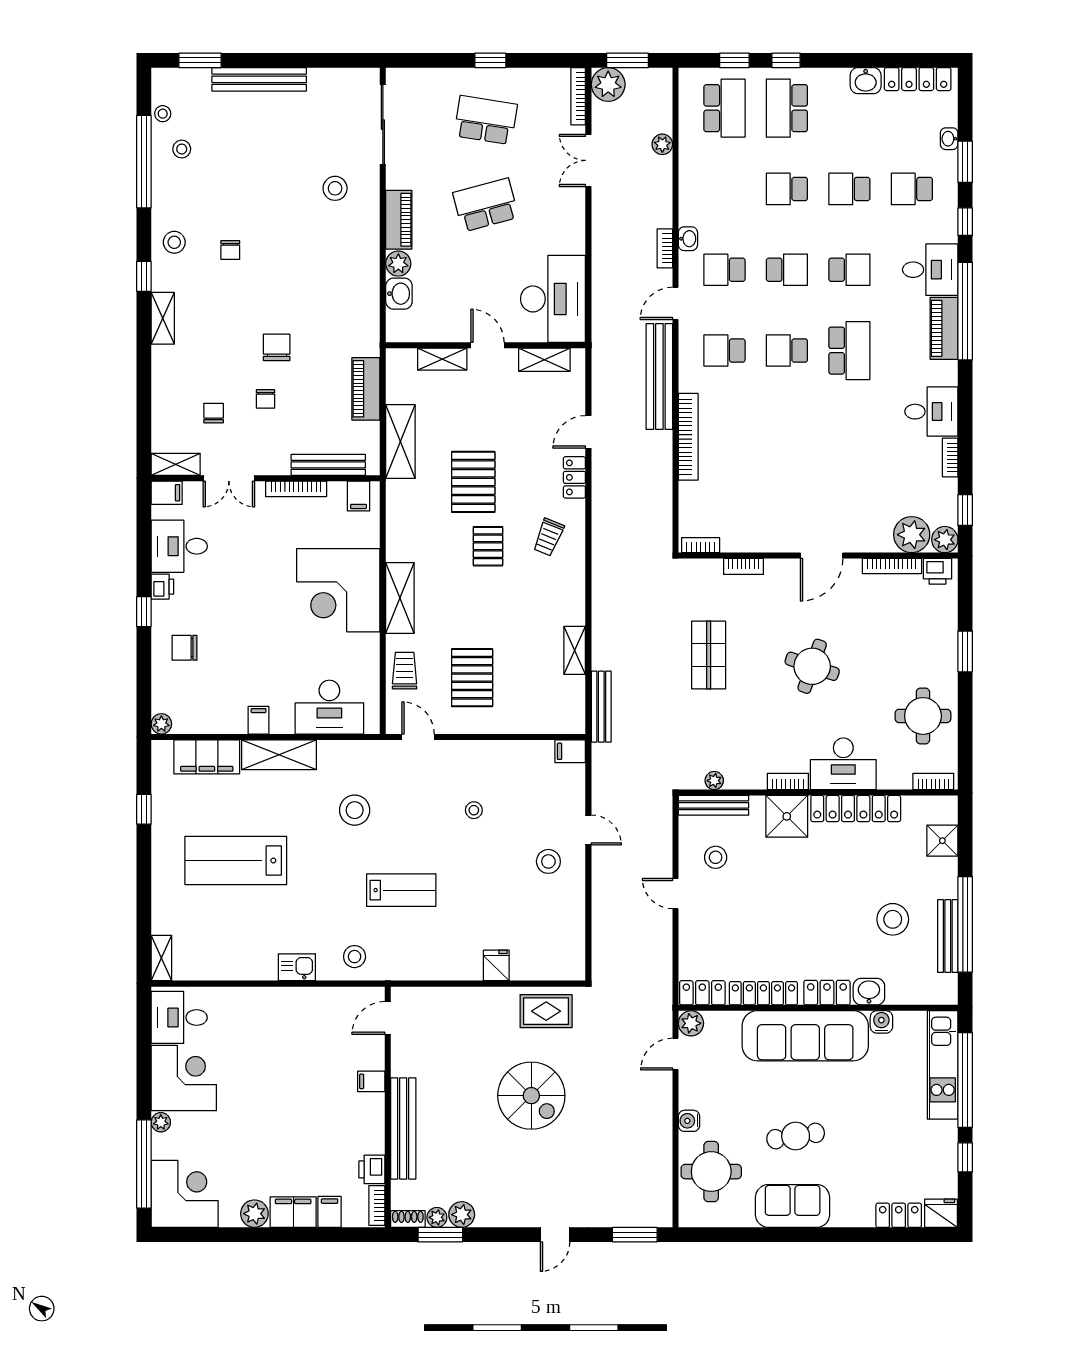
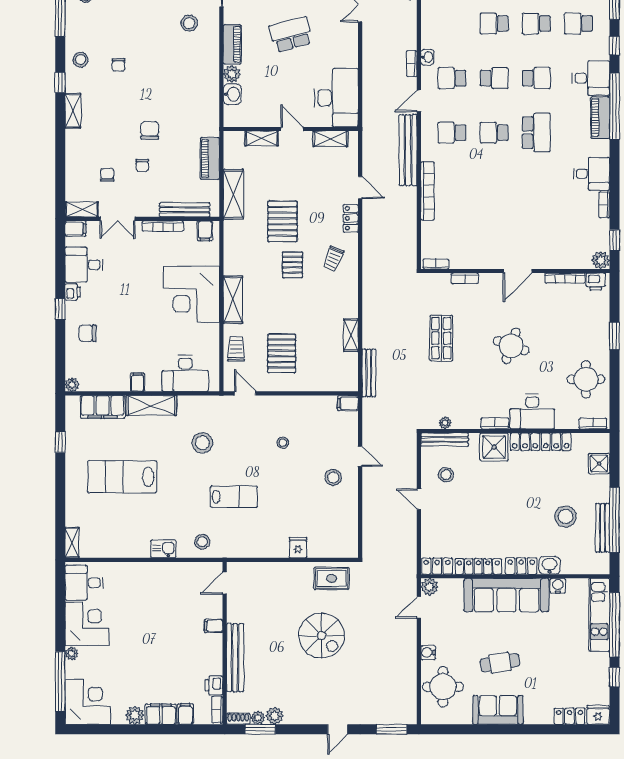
door: (588, 432) -> (360, 188), swing flipped
plant: (912, 535) -> (578, 257), removed

